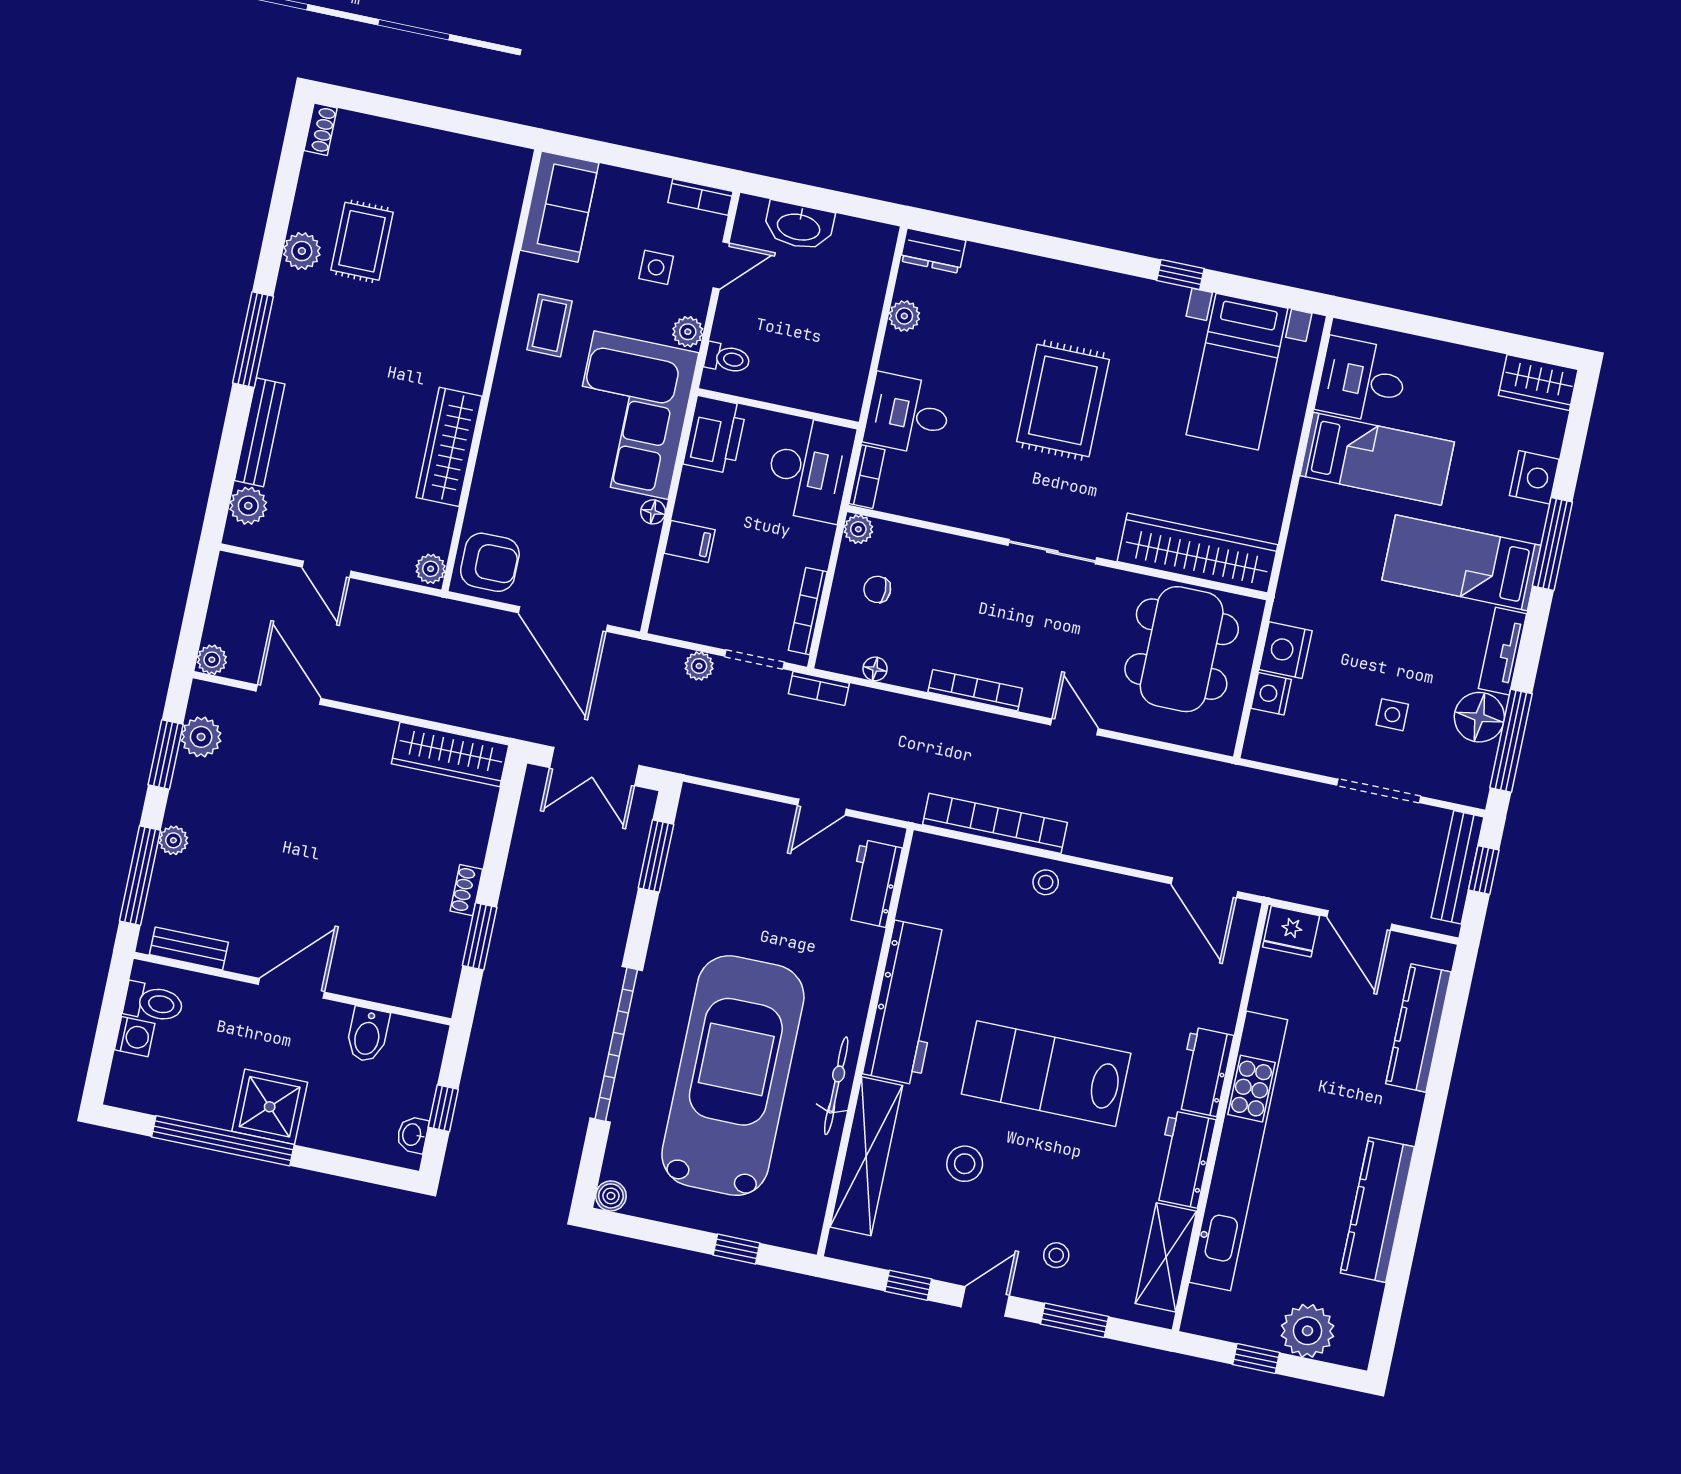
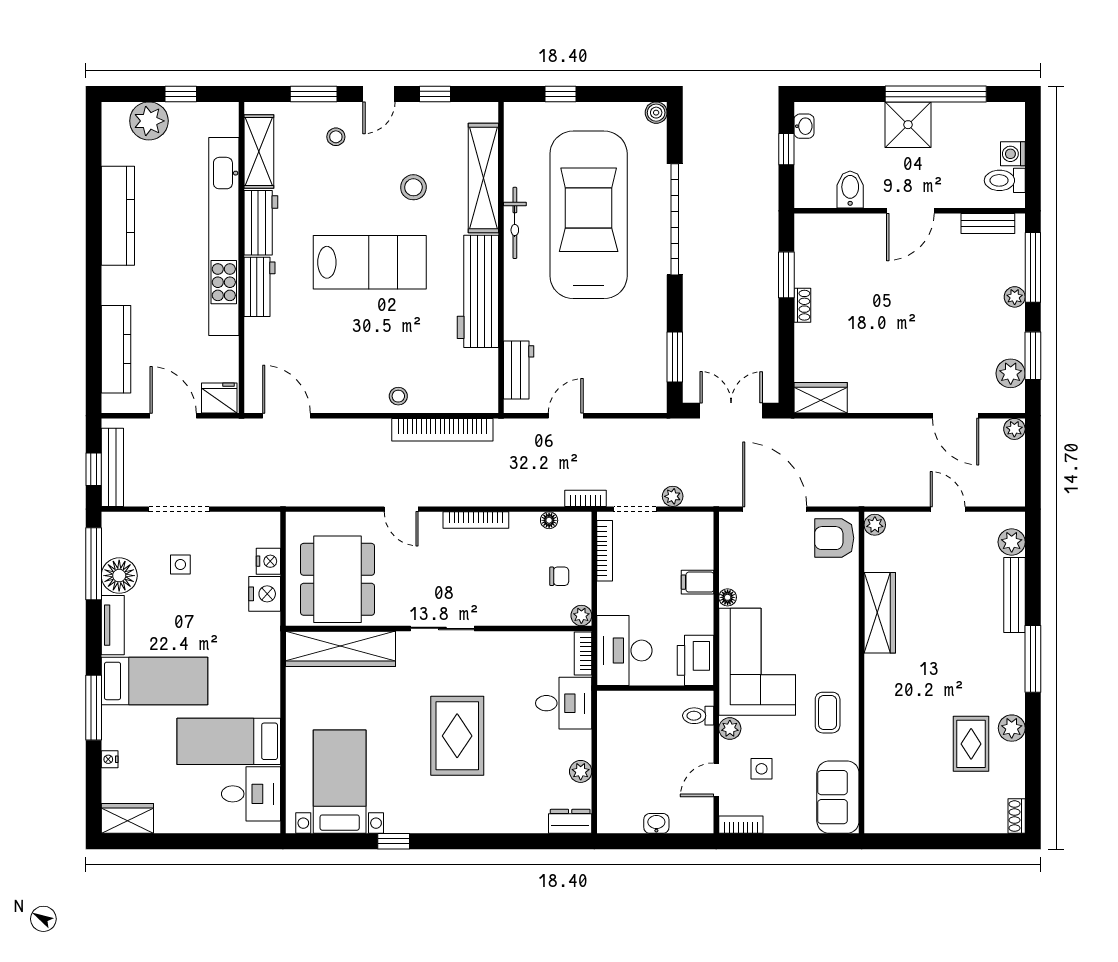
washbasin: (799, 226) -> (656, 823), width x0.52, depth x0.69
nightstand: (1534, 477) -> (110, 759), width x0.53, depth x0.56
wardrobe: (450, 754) -> (821, 398), width x0.67
car: (733, 1076) -> (589, 215), turned 180

